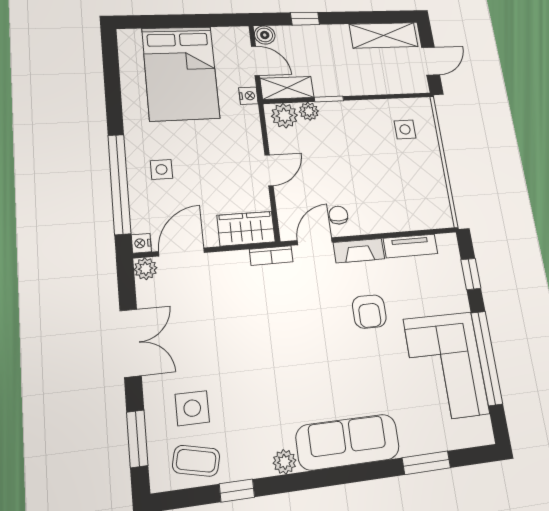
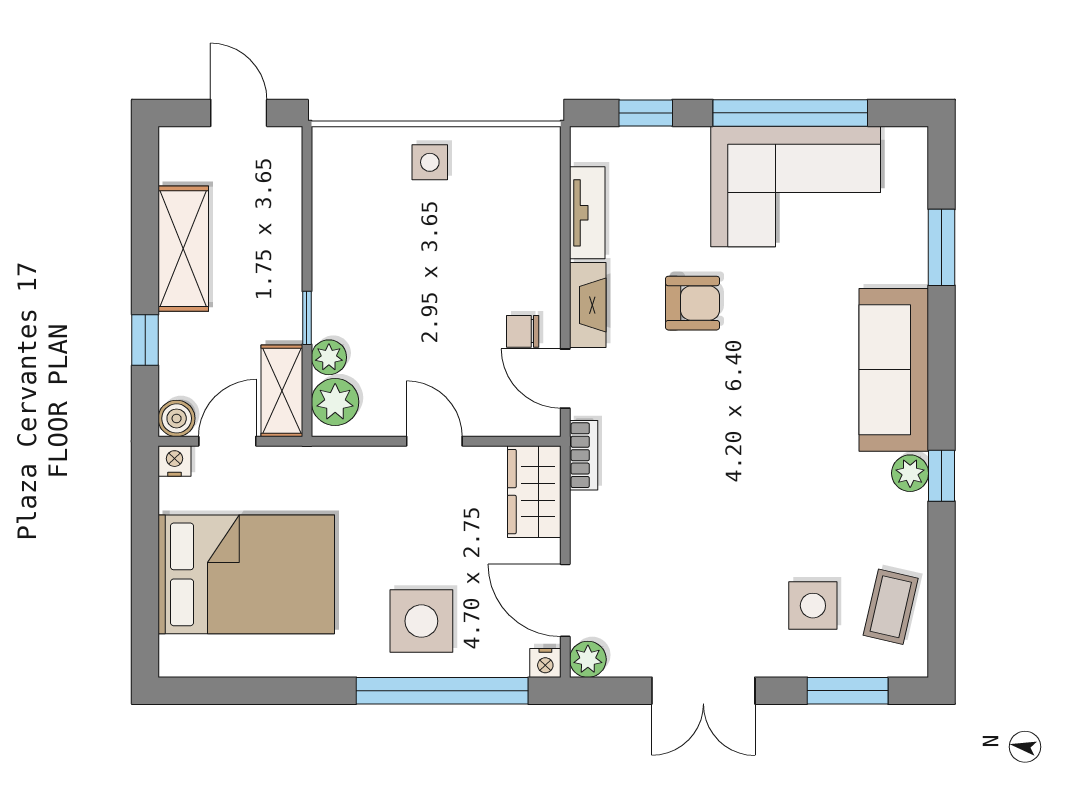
shelving: (384, 35) -> (183, 249), moved
nightstand: (248, 96) -> (175, 461), moved
side table: (405, 129) -> (430, 162), moved
side table: (161, 169) -> (421, 621), width x1.87, depth x1.87
double door: (131, 343) -> (703, 691), swing flipped
window: (237, 491) -> (942, 476), moved

